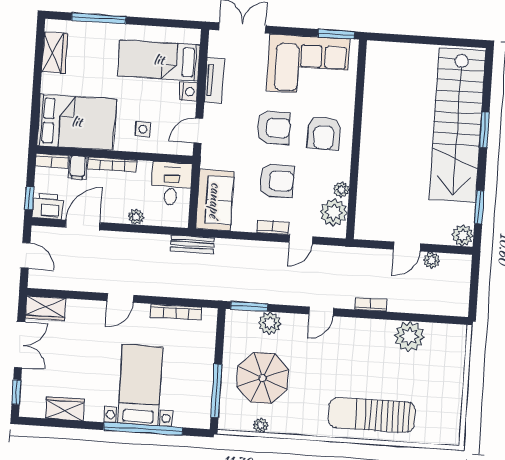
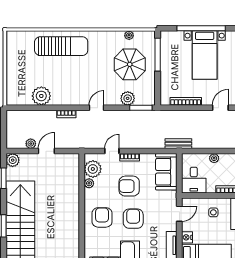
armchair: (274, 128) -> (133, 219), turned 90

